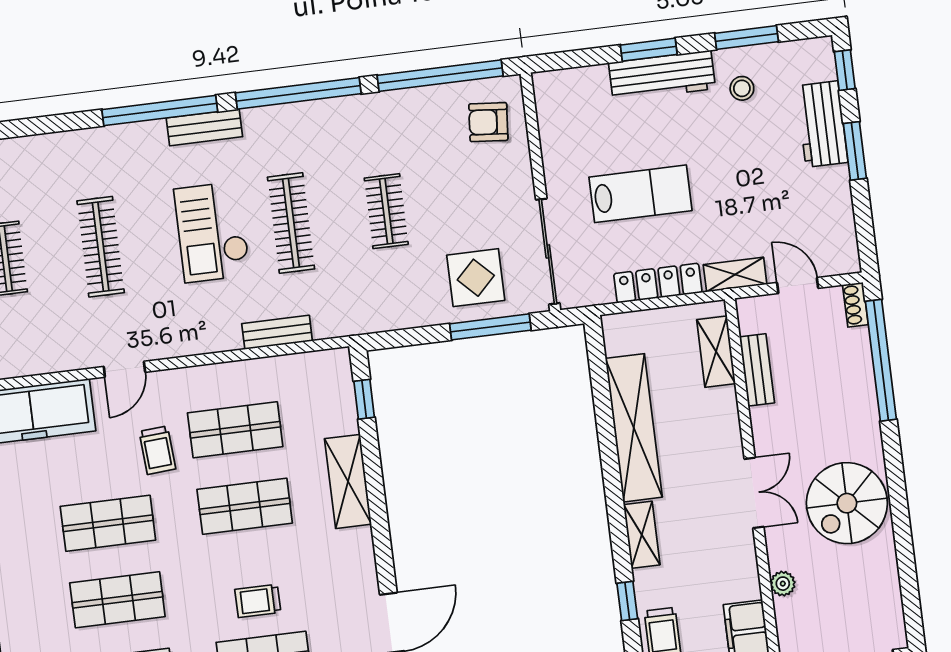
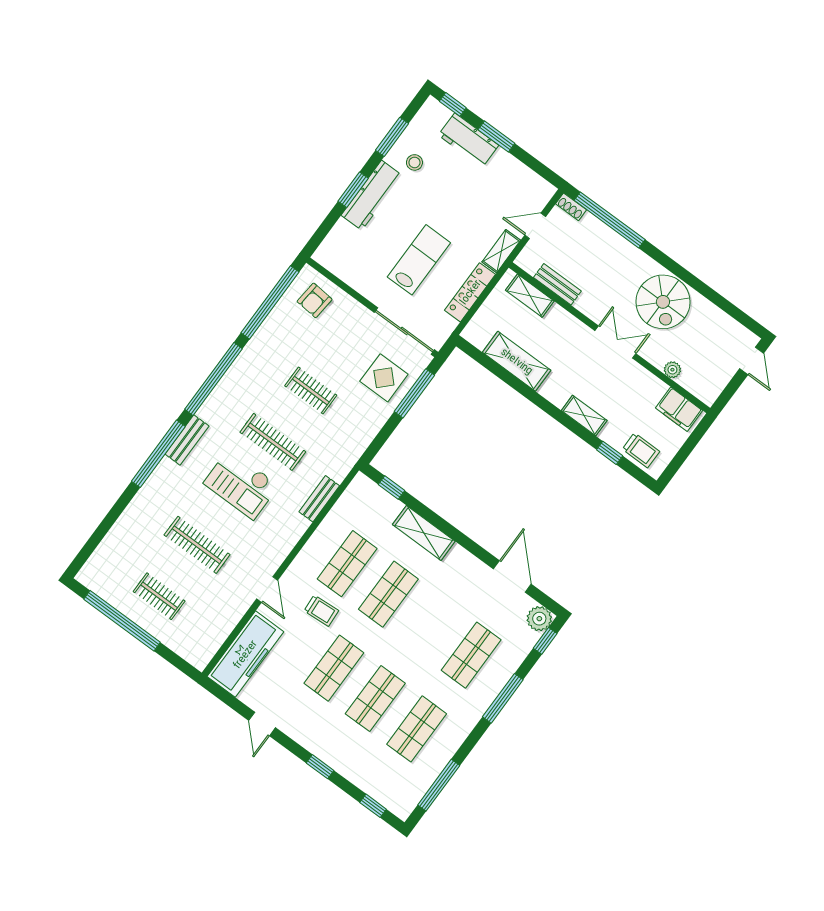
shelving: (634, 428) -> (517, 361), width x0.68
trolley: (258, 601) -> (440, 631), removed

